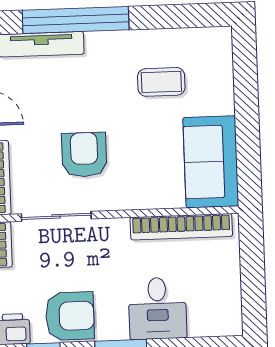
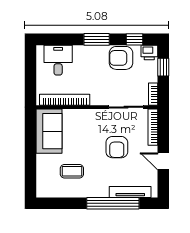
armchair: (84, 155) -> (117, 147), moved
desk: (157, 308) -> (58, 60), moved

